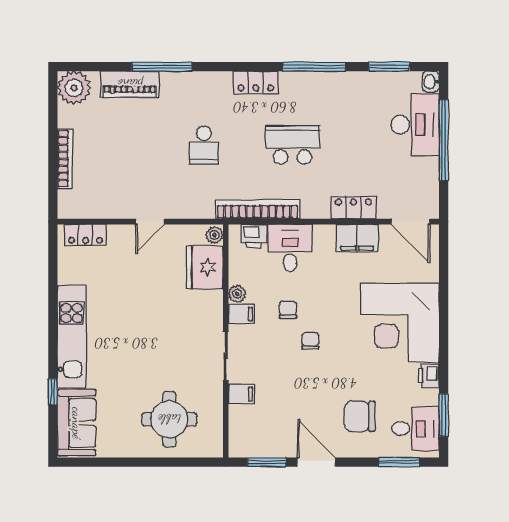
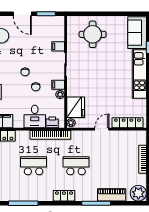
locker: (256, 82) -> (64, 196), moved
school desk: (204, 145) -> (76, 166), width x1.85
school desk: (293, 145) -> (34, 166), turned 180
locker: (85, 235) -> (127, 123), width x1.53

